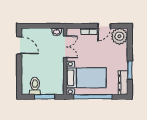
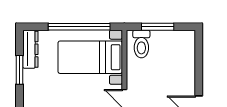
toilet: (35, 86) -> (141, 44), moved

